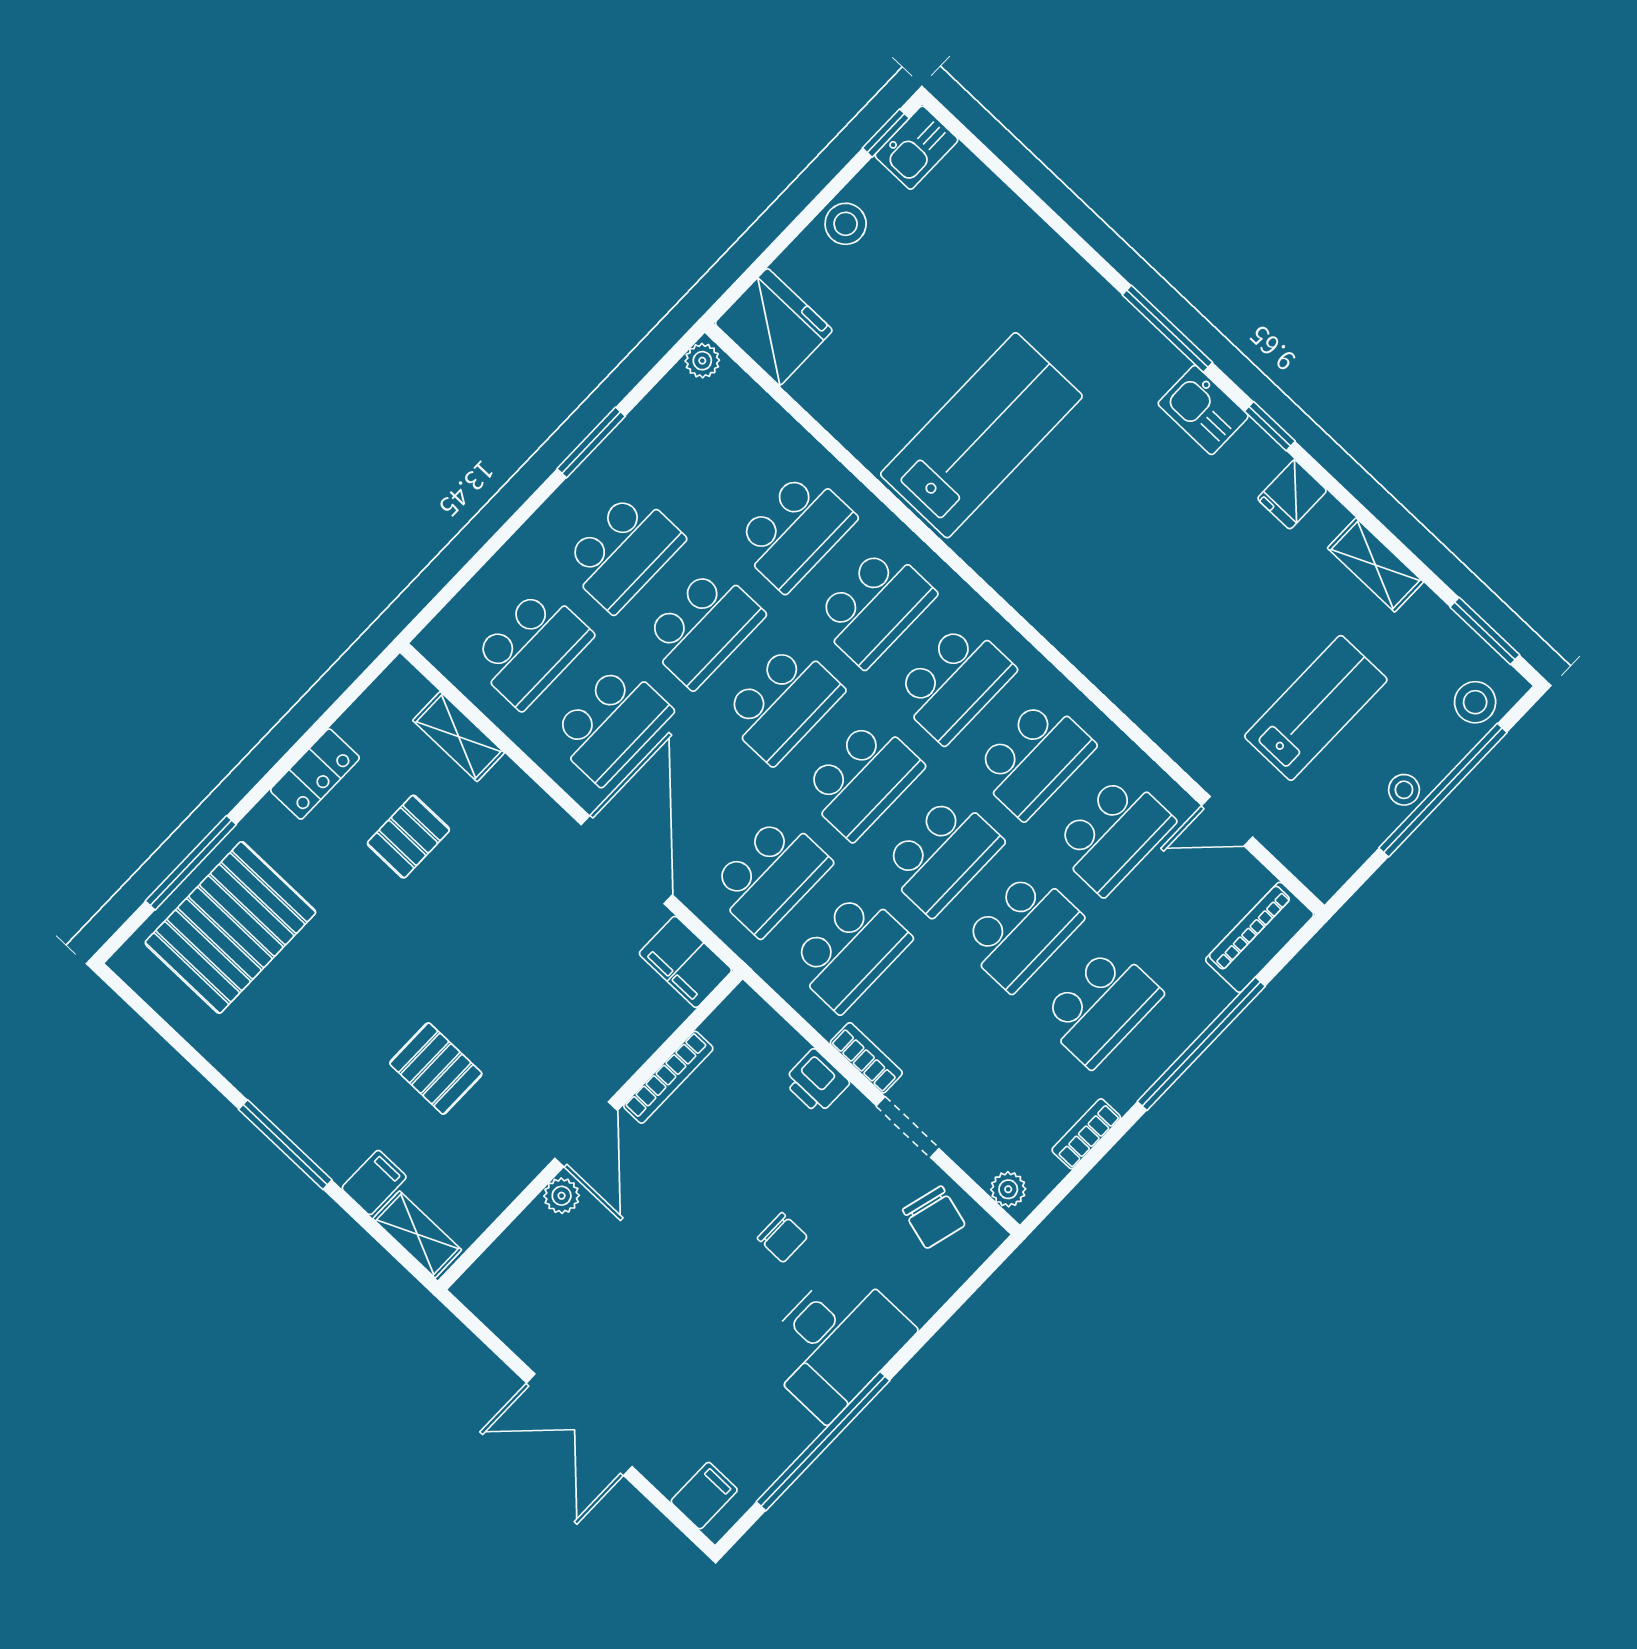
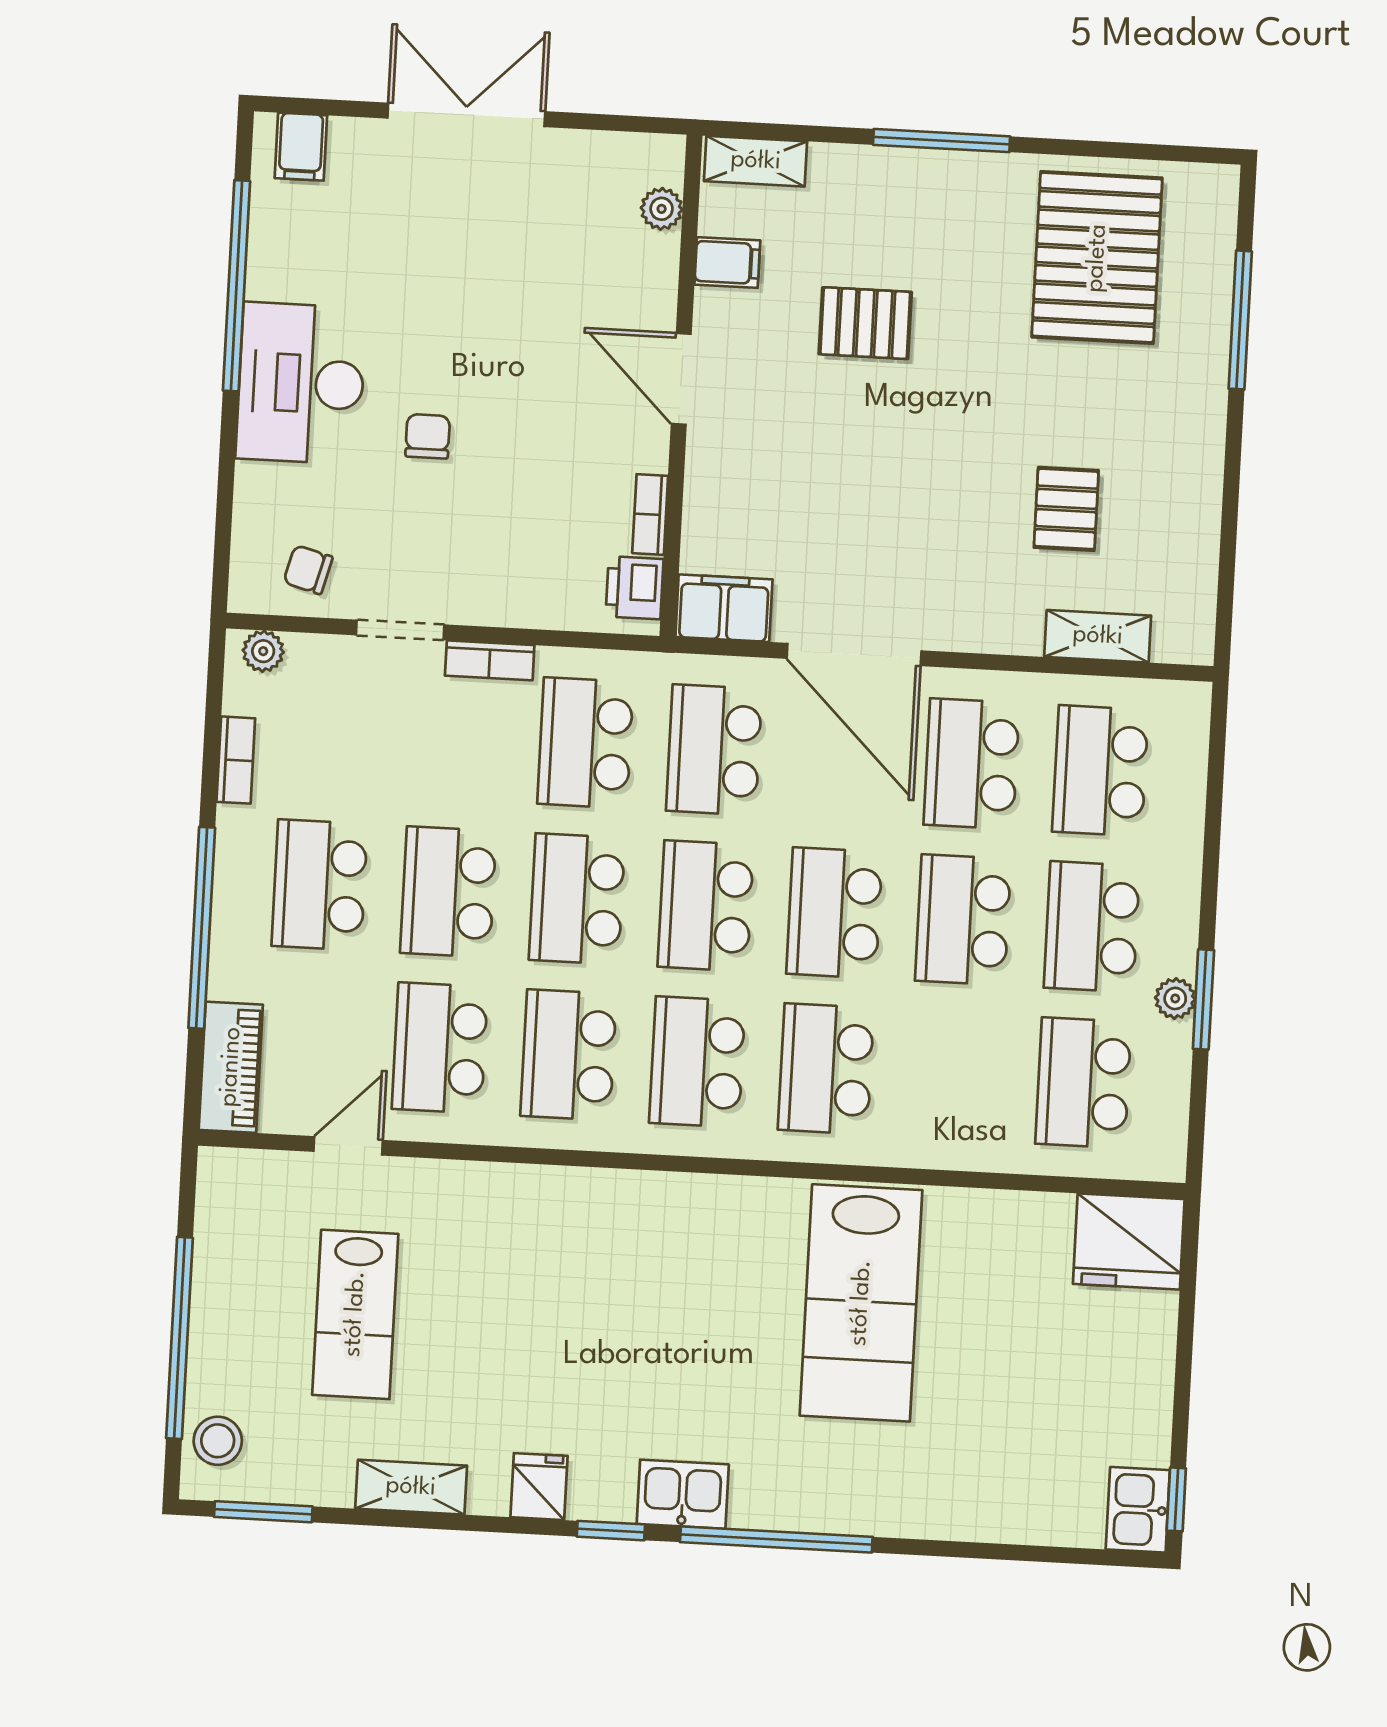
stool: (846, 224) -> (1143, 1388), removed
window: (1167, 329) -> (776, 1539), width x1.46
plant: (702, 361) -> (1175, 998), moved
school desk: (795, 531) -> (1083, 1083), moved
locker: (315, 774) -> (1197, 494), removed
stool: (1404, 790) -> (214, 1309), removed
pallet: (230, 927) -> (1097, 258), moved
bookcase: (668, 1077) -> (650, 514), width x0.64
printer: (816, 1082) -> (634, 588), moved, turned -90
filing cabinet: (374, 1183) -> (727, 262), moved, turned -90
plant: (562, 1196) -> (662, 209), moved
chair: (934, 1217) -> (308, 570), width x0.73, depth x0.73
chair: (782, 1238) -> (428, 436), turned 90

